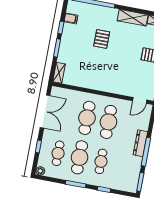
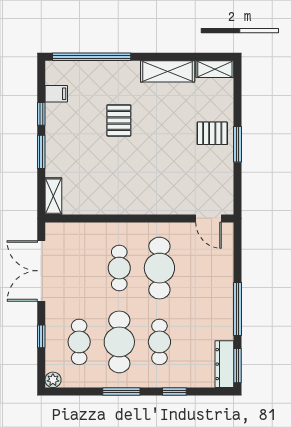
door: (140, 100) -> (209, 218), hinge flipped
double door: (45, 111) -> (41, 271), swing flipped
cafe table: (87, 118) -> (119, 268), width x0.73, depth x0.74
dresser: (140, 143) -> (224, 364), moved

